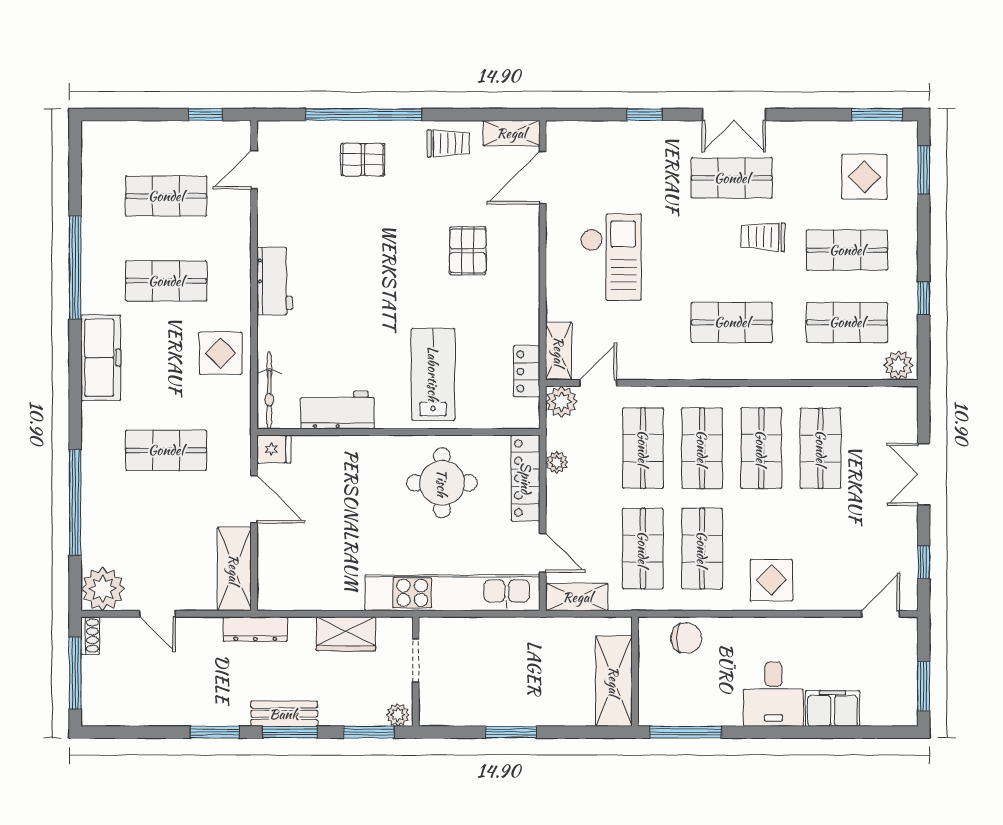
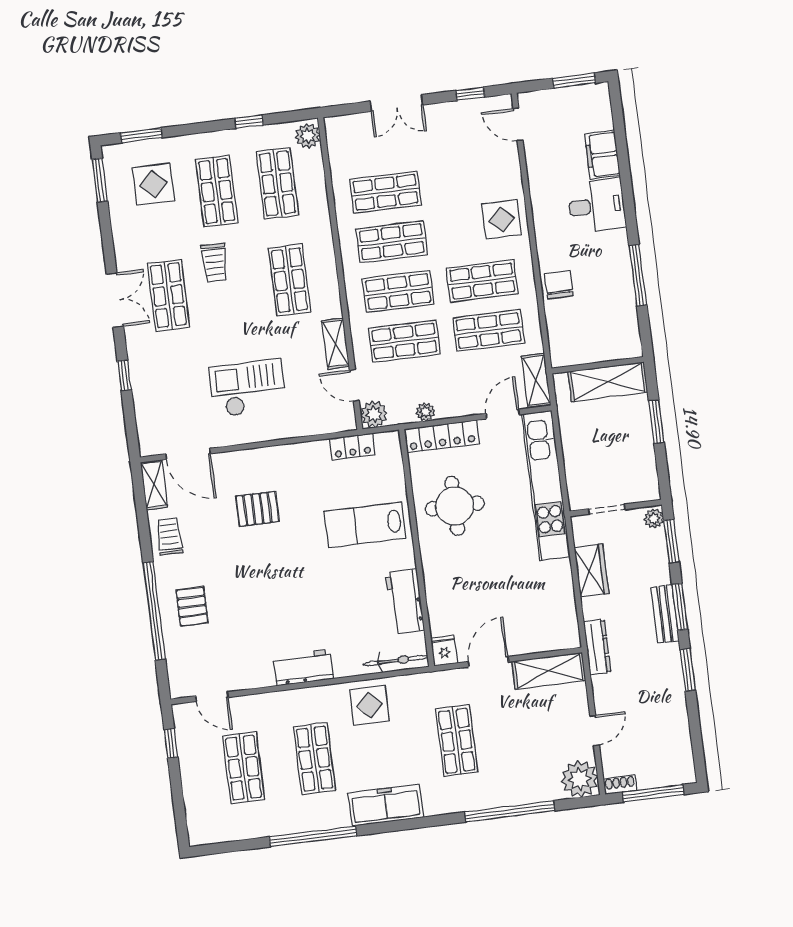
shelving: (559, 351) -> (336, 344), moved, turned 90
wall: (635, 671) -> (598, 365), moved
shelving: (614, 681) -> (608, 382), moved

